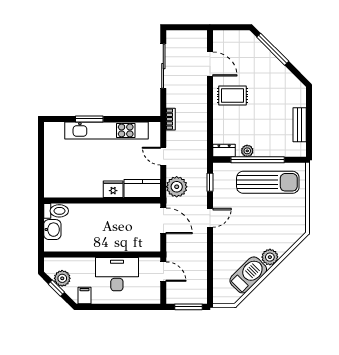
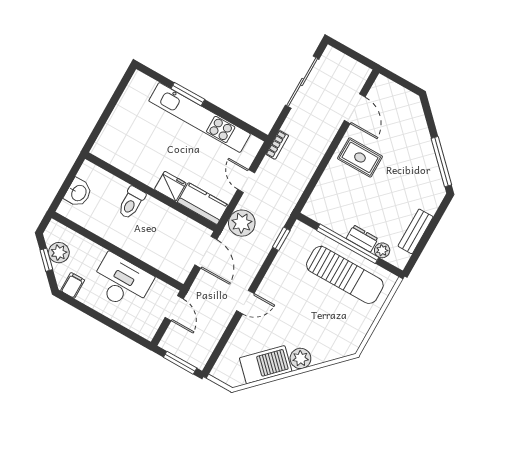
window: (273, 49) -> (441, 162), moved
dresser: (224, 151) -> (362, 239), moved
plant: (247, 151) -> (382, 250), moved
toilet: (56, 211) -> (131, 203), moved, turned 90
door: (210, 218) -> (245, 302), moved

